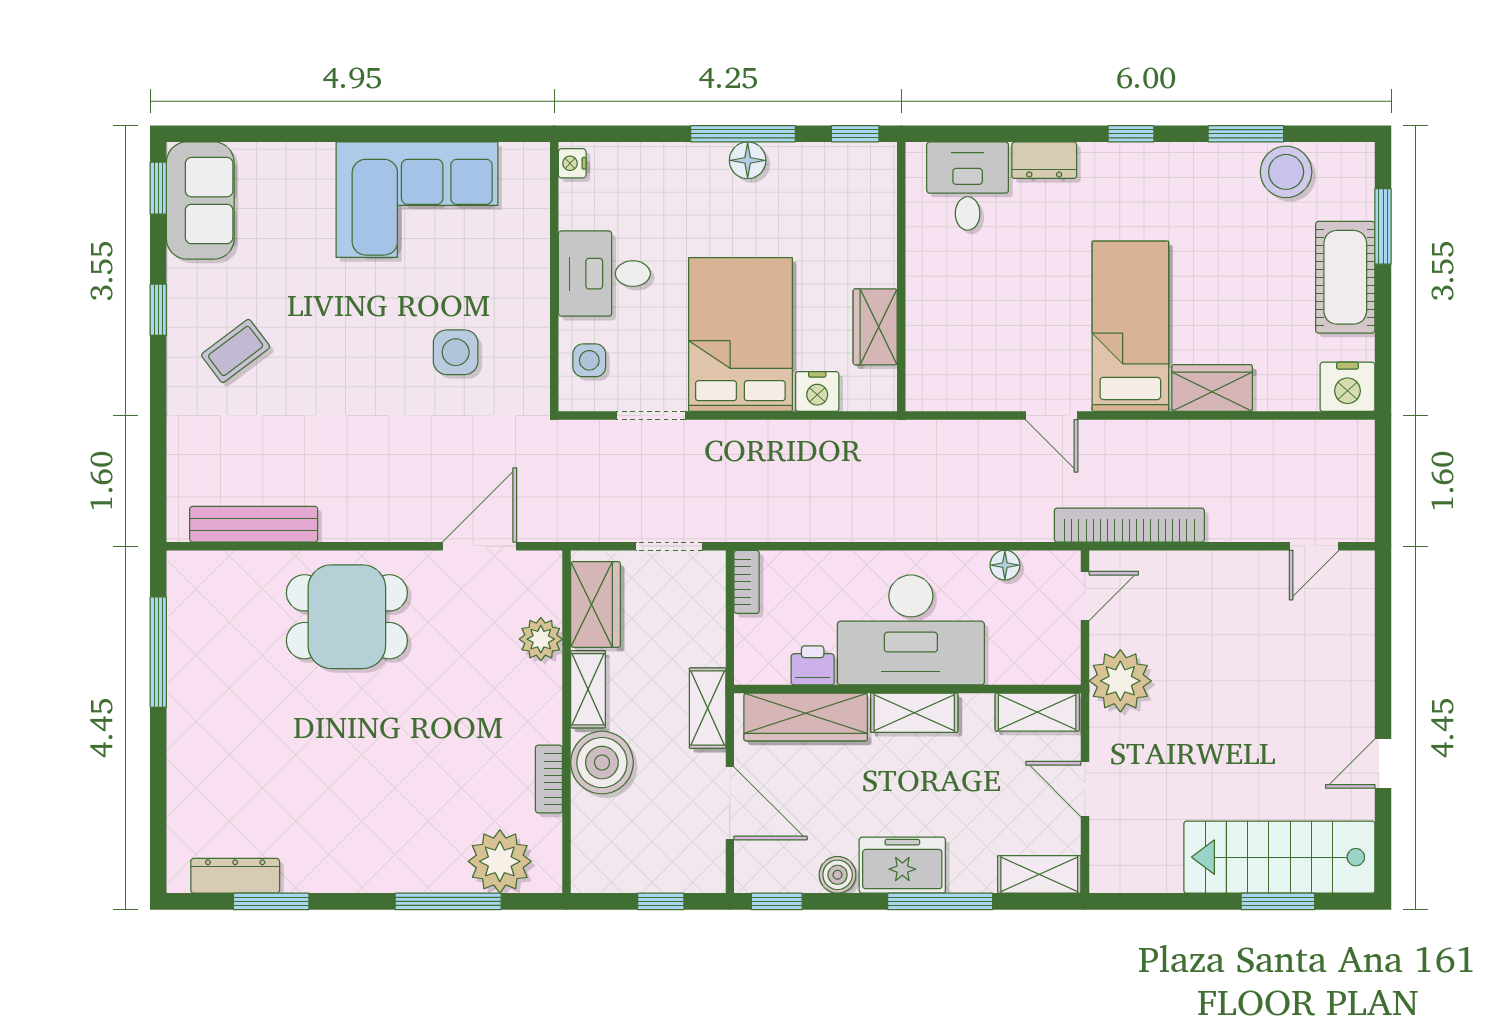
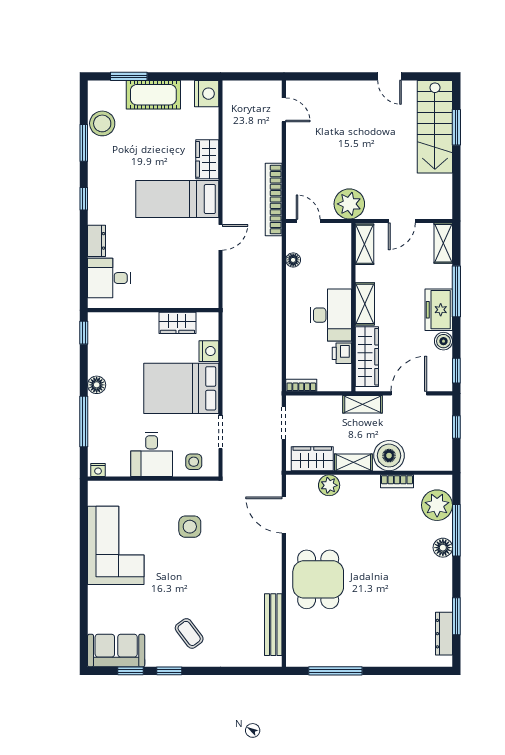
window: (743, 134) -> (84, 422), moved
window: (158, 188) -> (130, 671), moved
desk: (911, 630) -> (331, 315), width x0.73, depth x0.77
floor lamp: (412, 873) -> (443, 548), added

